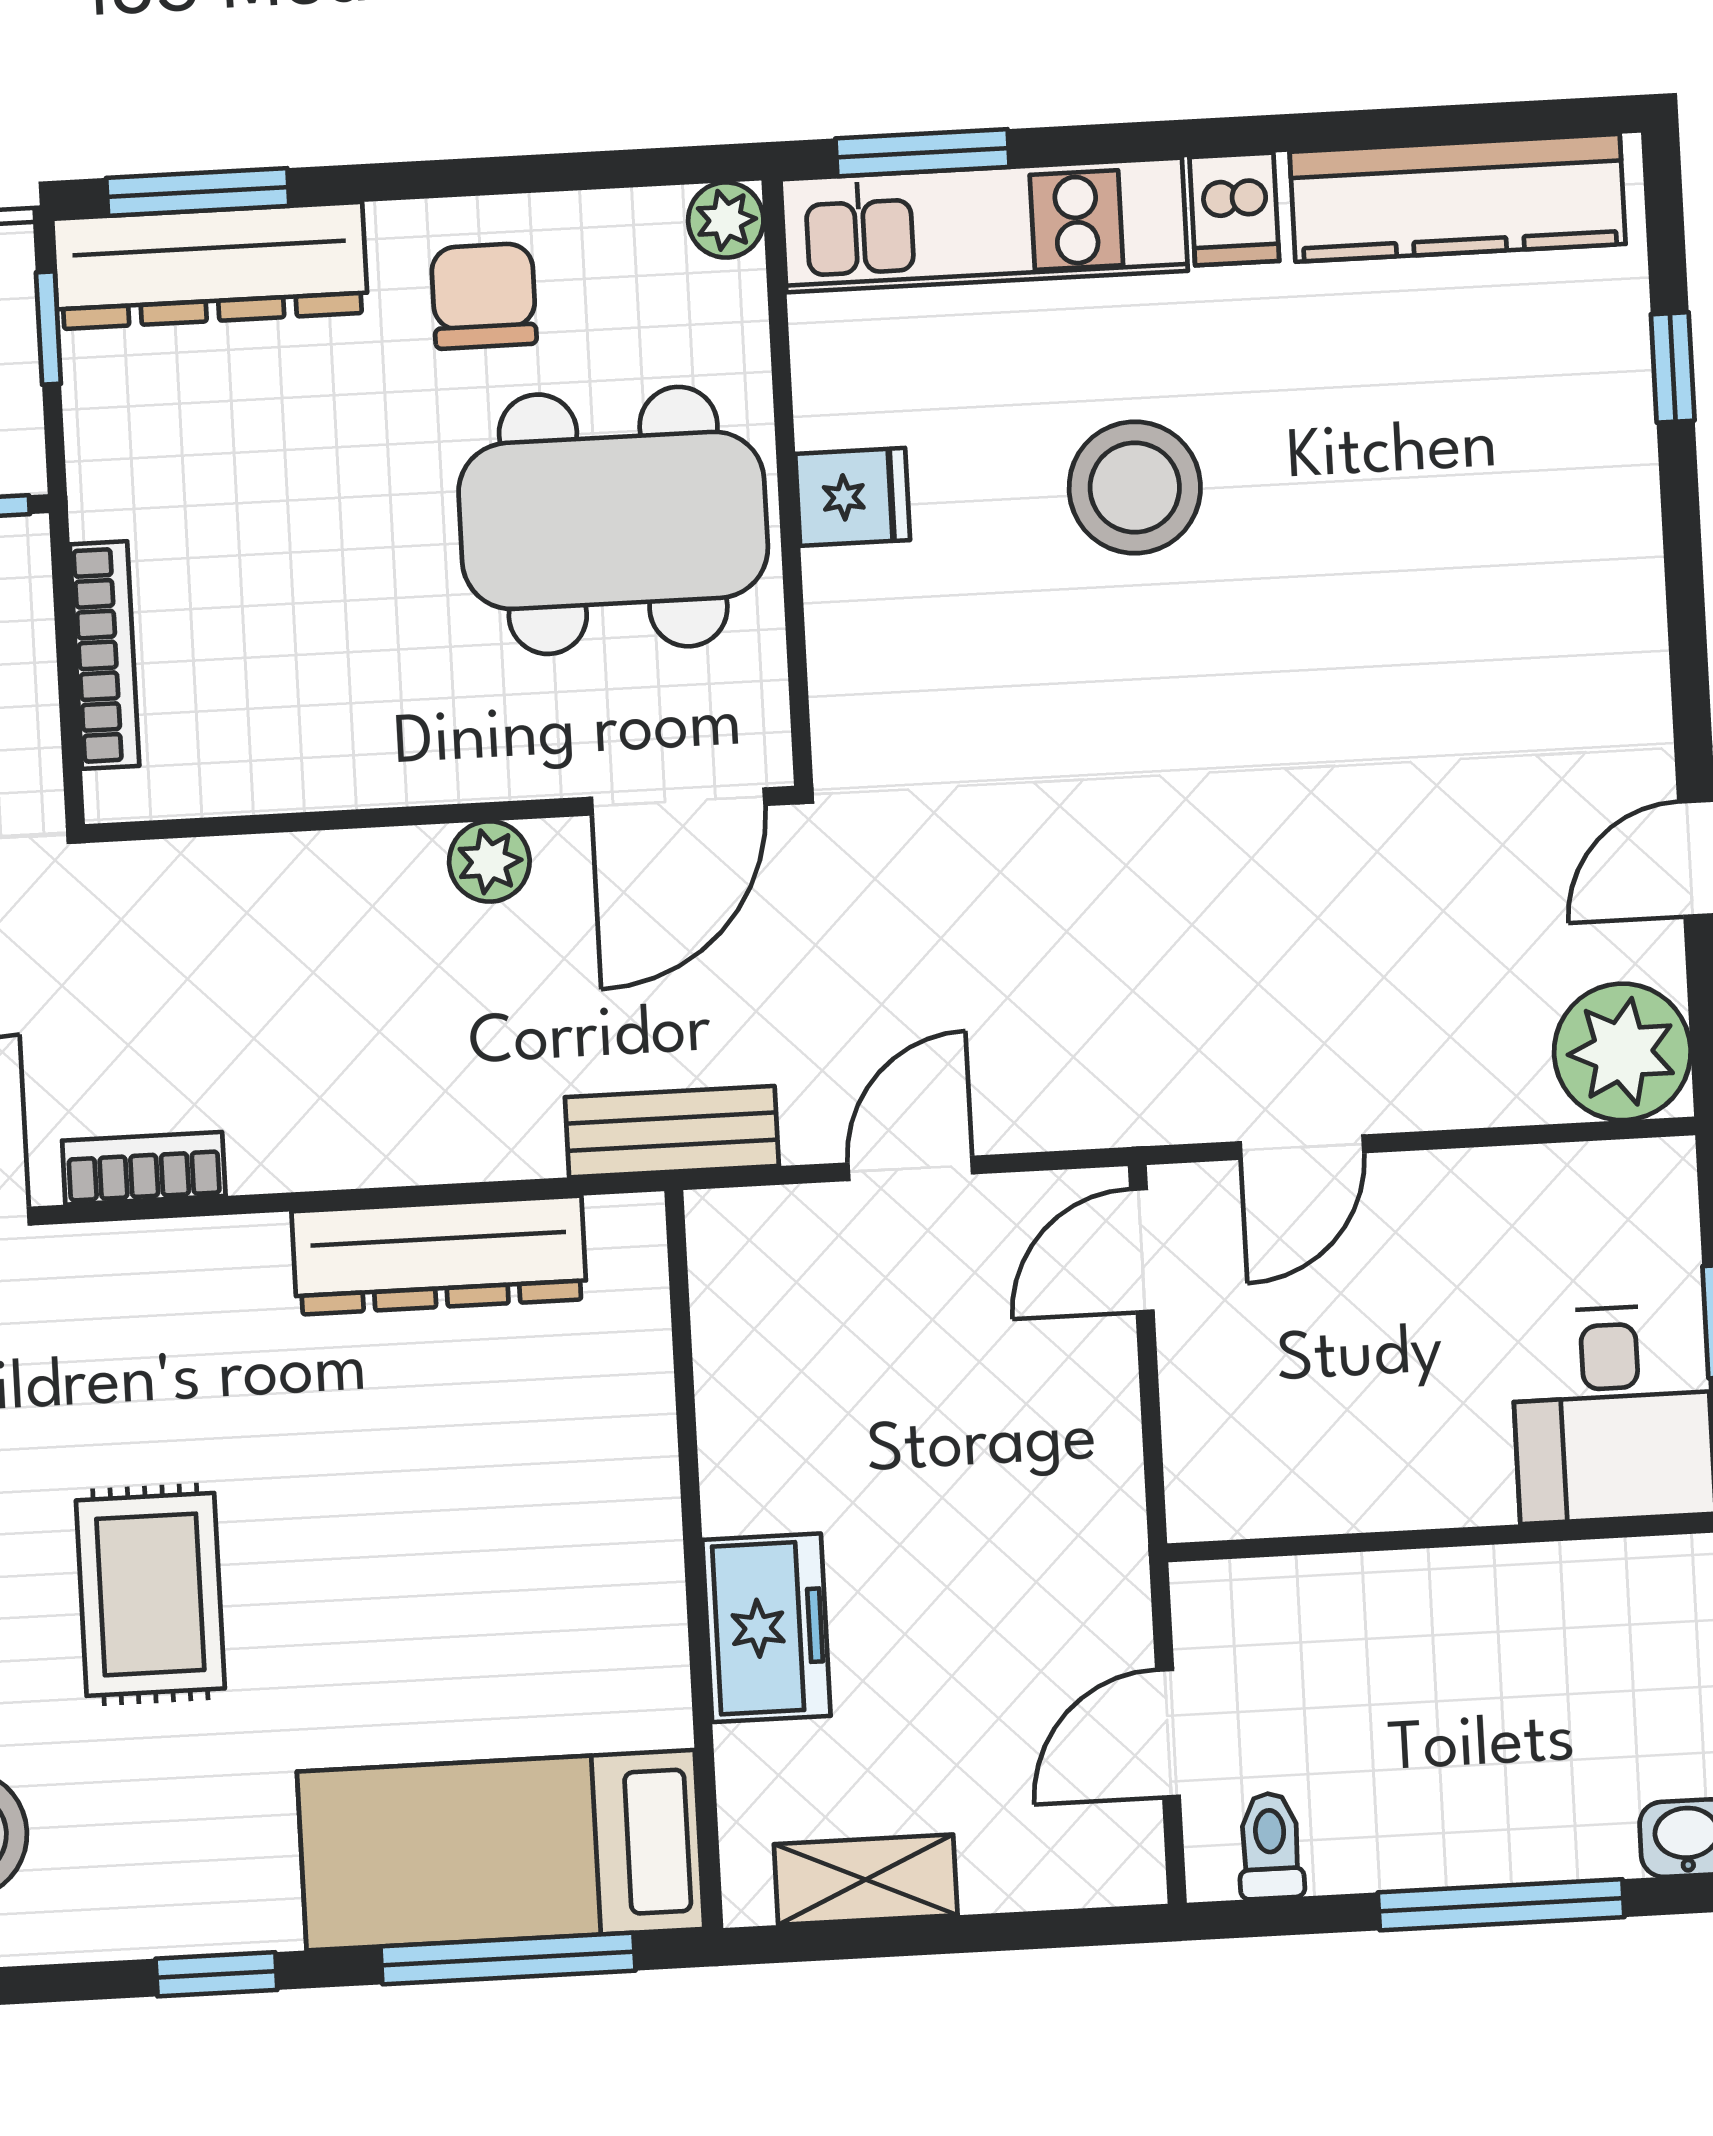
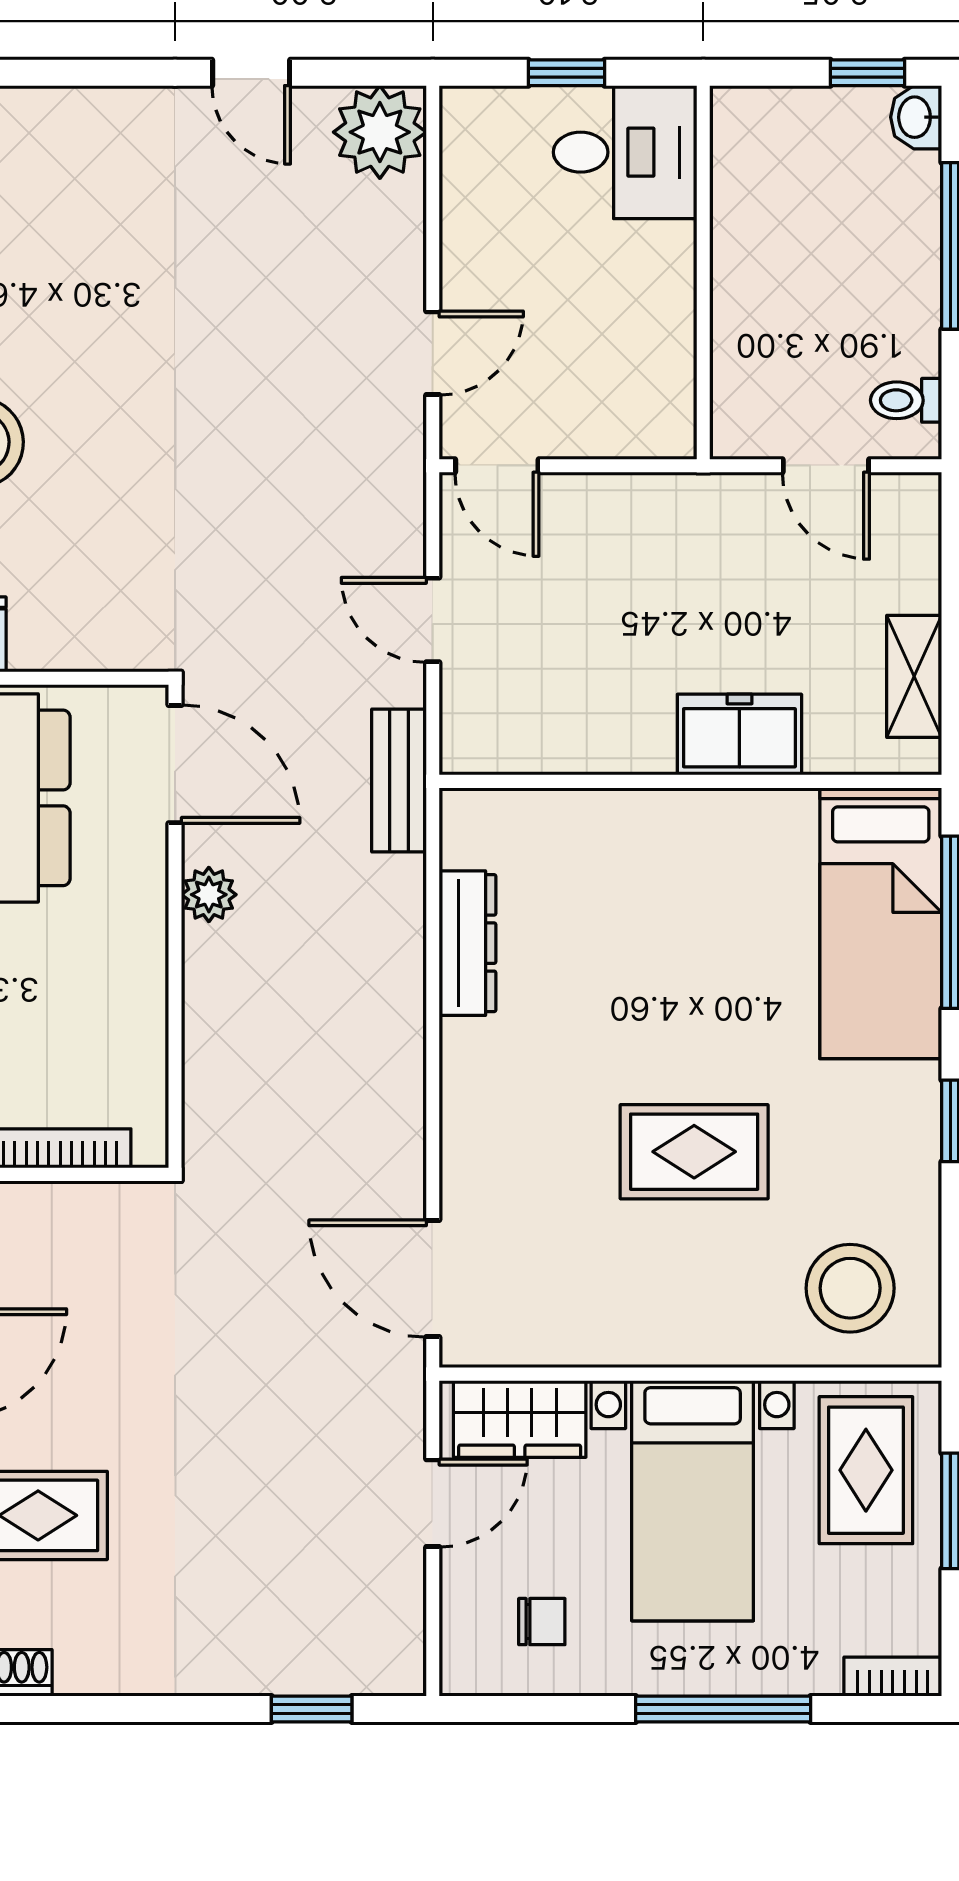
door: (1302, 1147) -> (433, 353), hinge flipped
bookcase: (144, 1168) -> (404, 1140), removed
dresser: (439, 1255) -> (467, 943), width x0.73, depth x0.80

